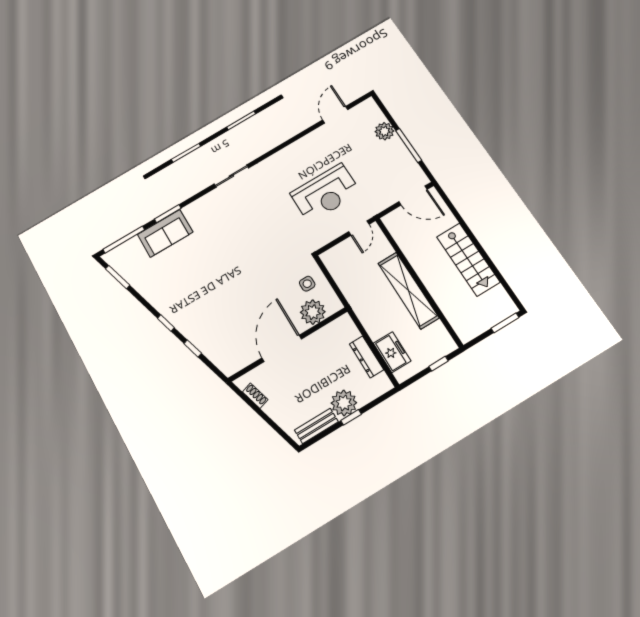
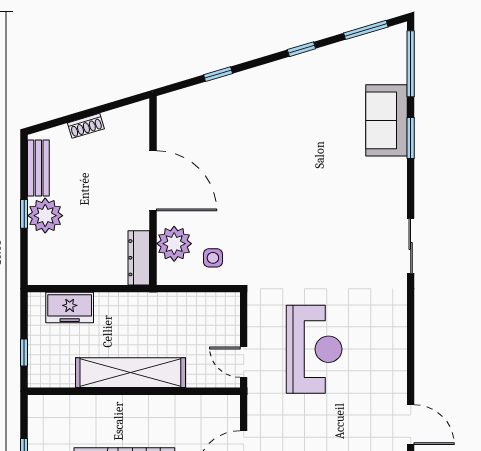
reception desk: (325, 193) -> (314, 349), turned 180
window: (166, 323) -> (301, 49), moved
dresser: (366, 357) -> (139, 258), moved, turned -90
shoe rack: (255, 396) -> (86, 126), moved

